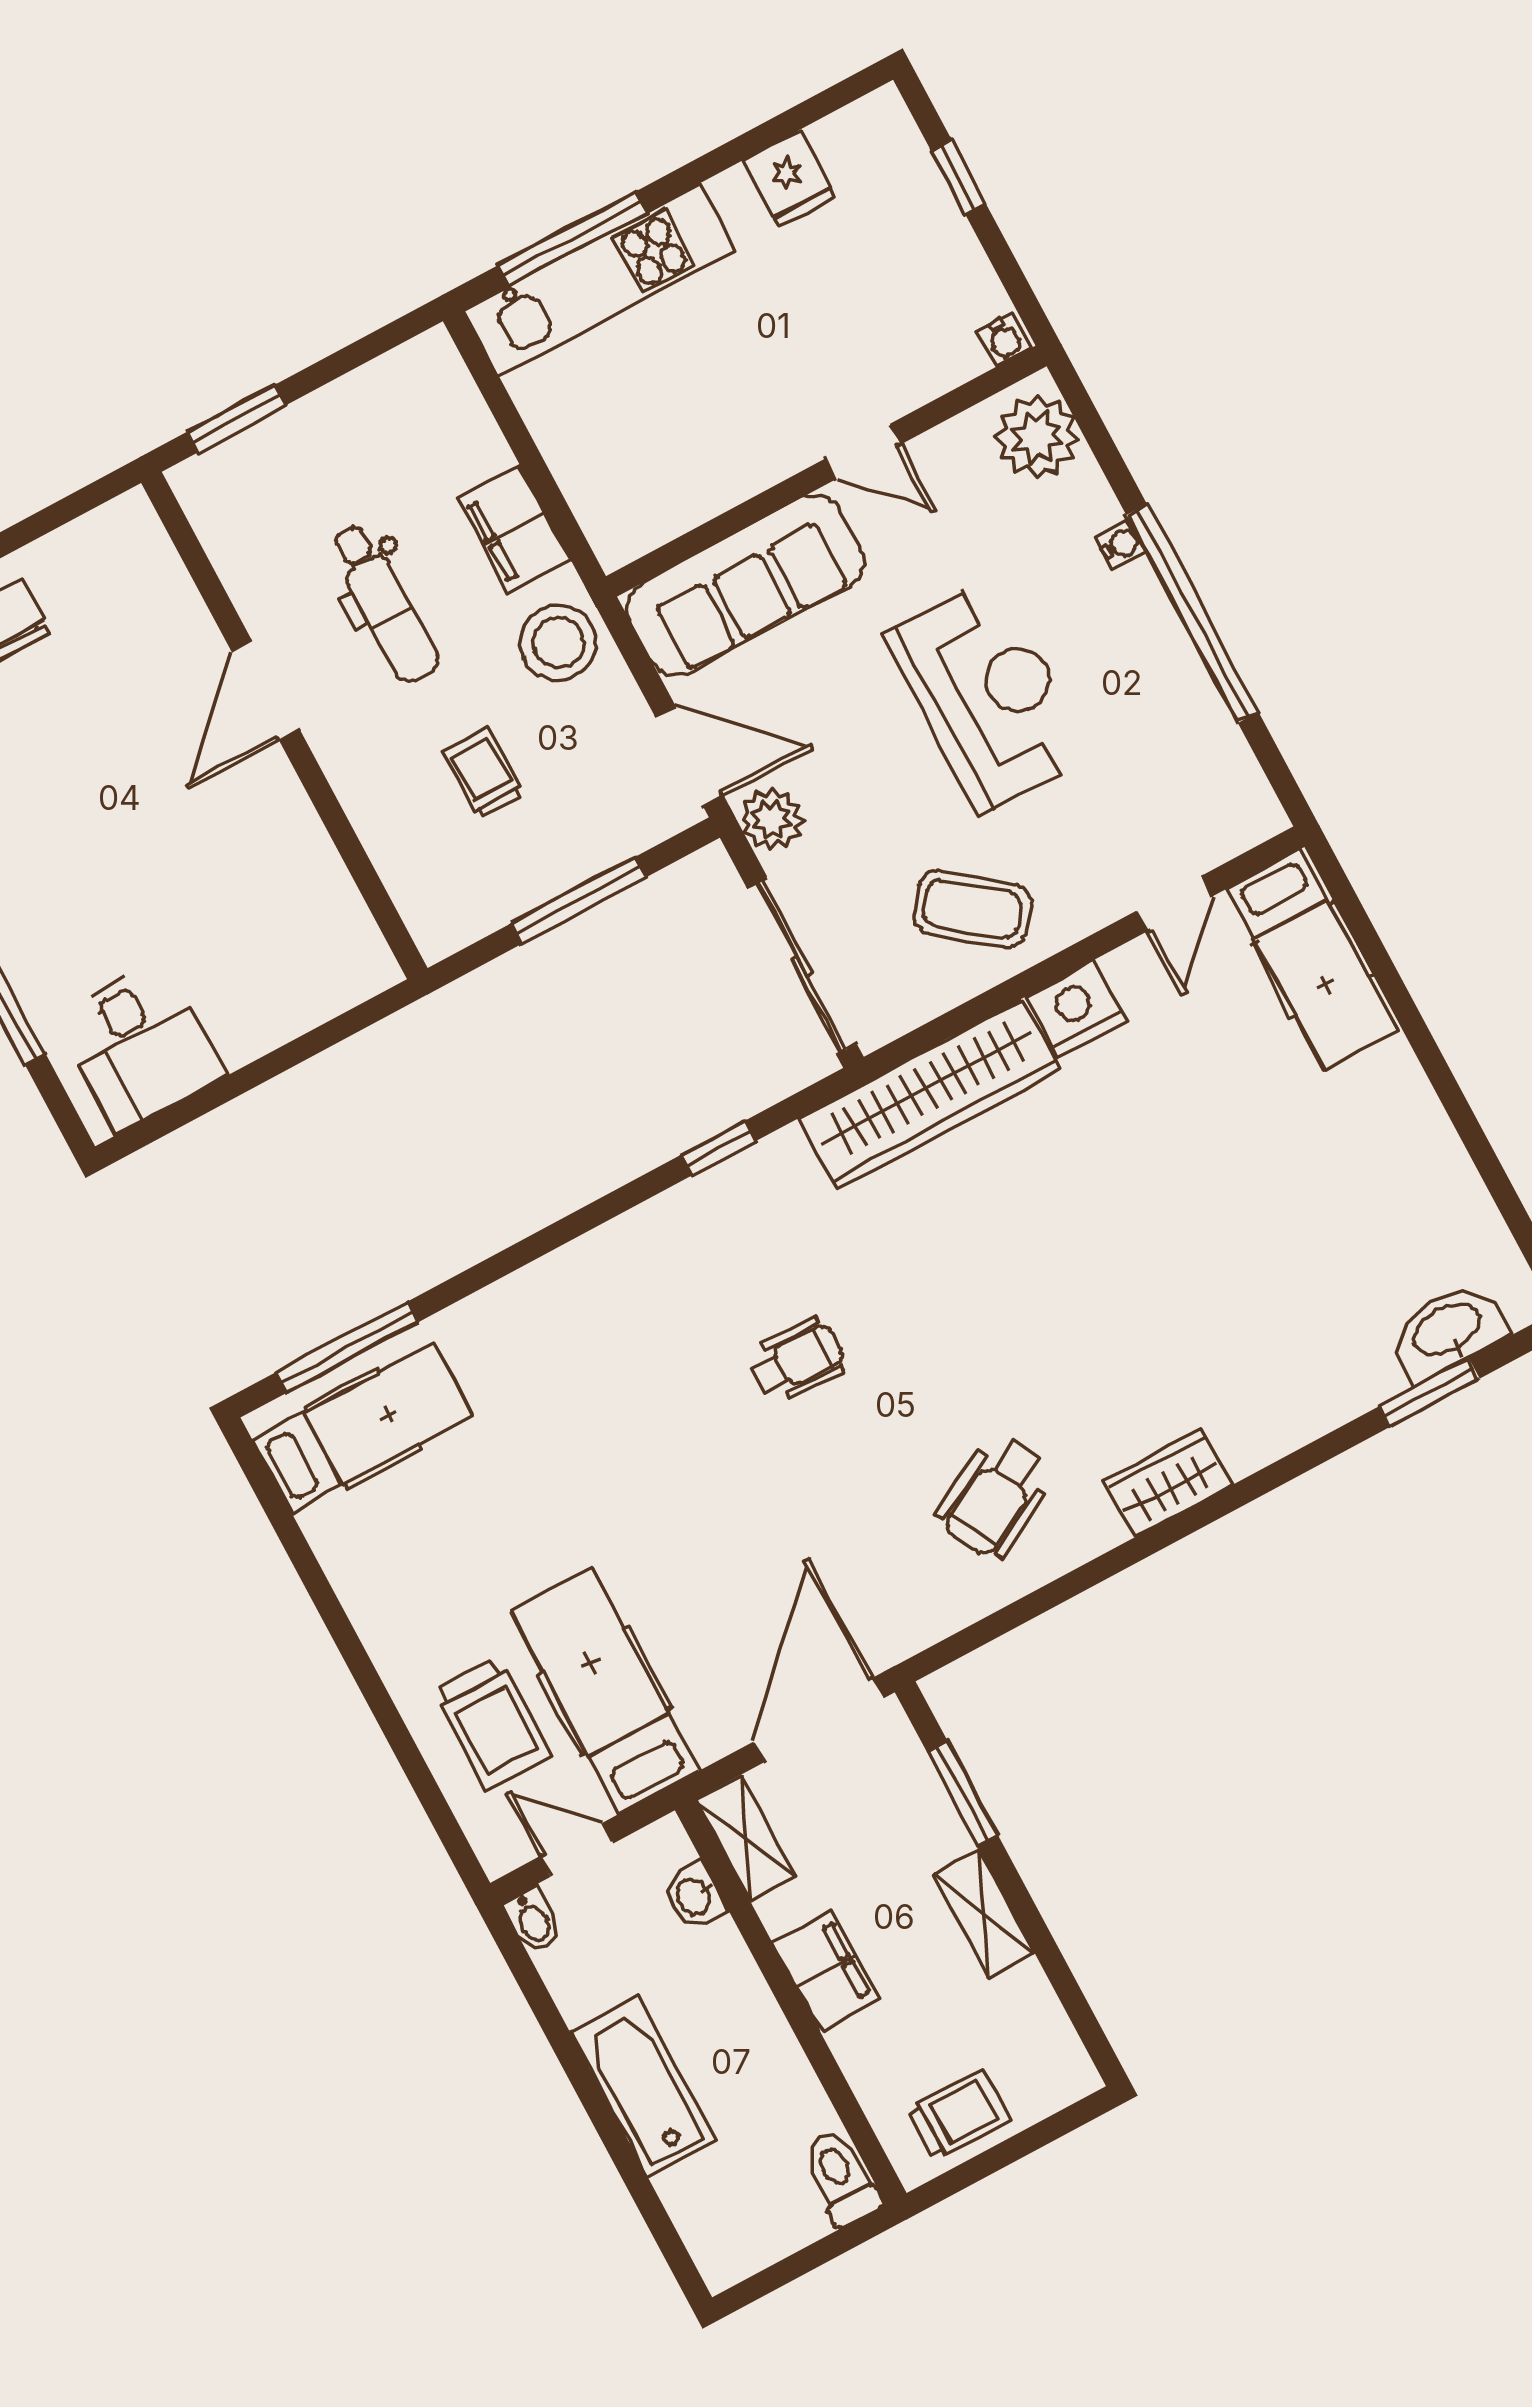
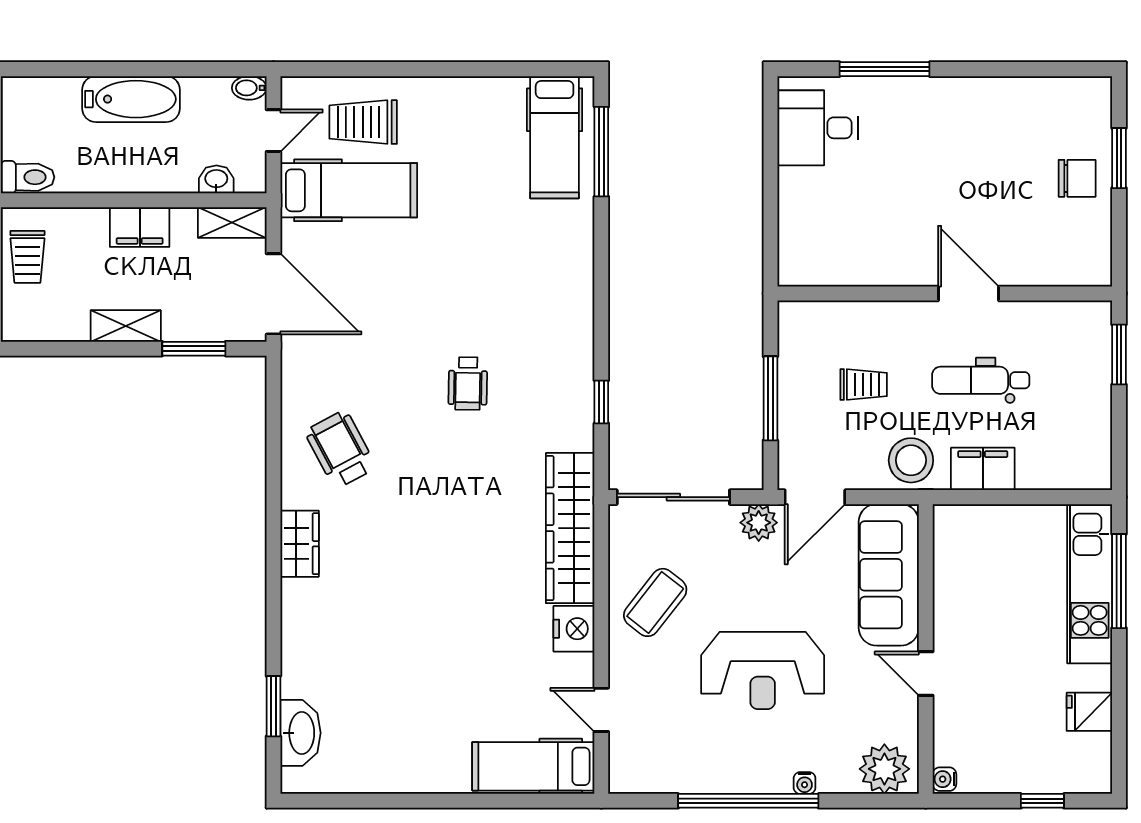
door: (863, 452) -> (926, 674), hinge flipped

